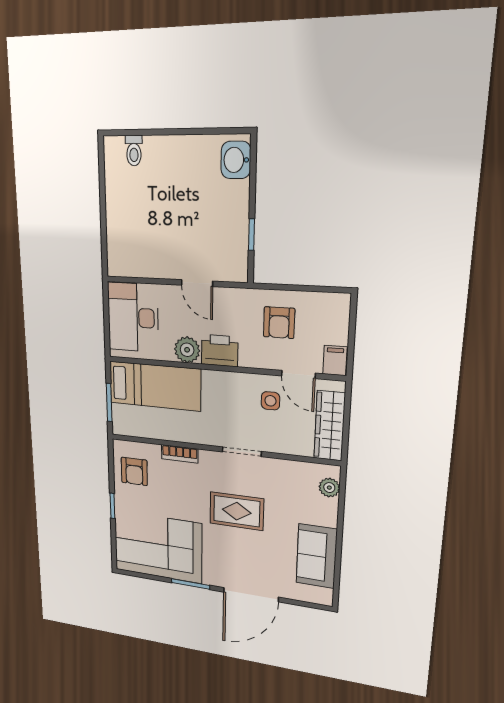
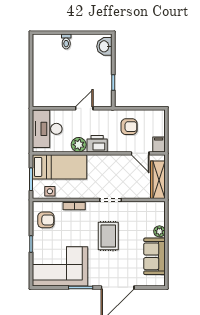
toilet: (134, 151) -> (66, 42), moved
door: (197, 283) -> (84, 108), swing flipped
armchair: (279, 323) -> (129, 127), turned -90
side table: (270, 401) -> (50, 191), moved
armchair: (134, 471) -> (46, 220), turned -90
plant: (329, 488) -> (159, 231), moved
rug: (237, 511) -> (108, 236), turned 90

